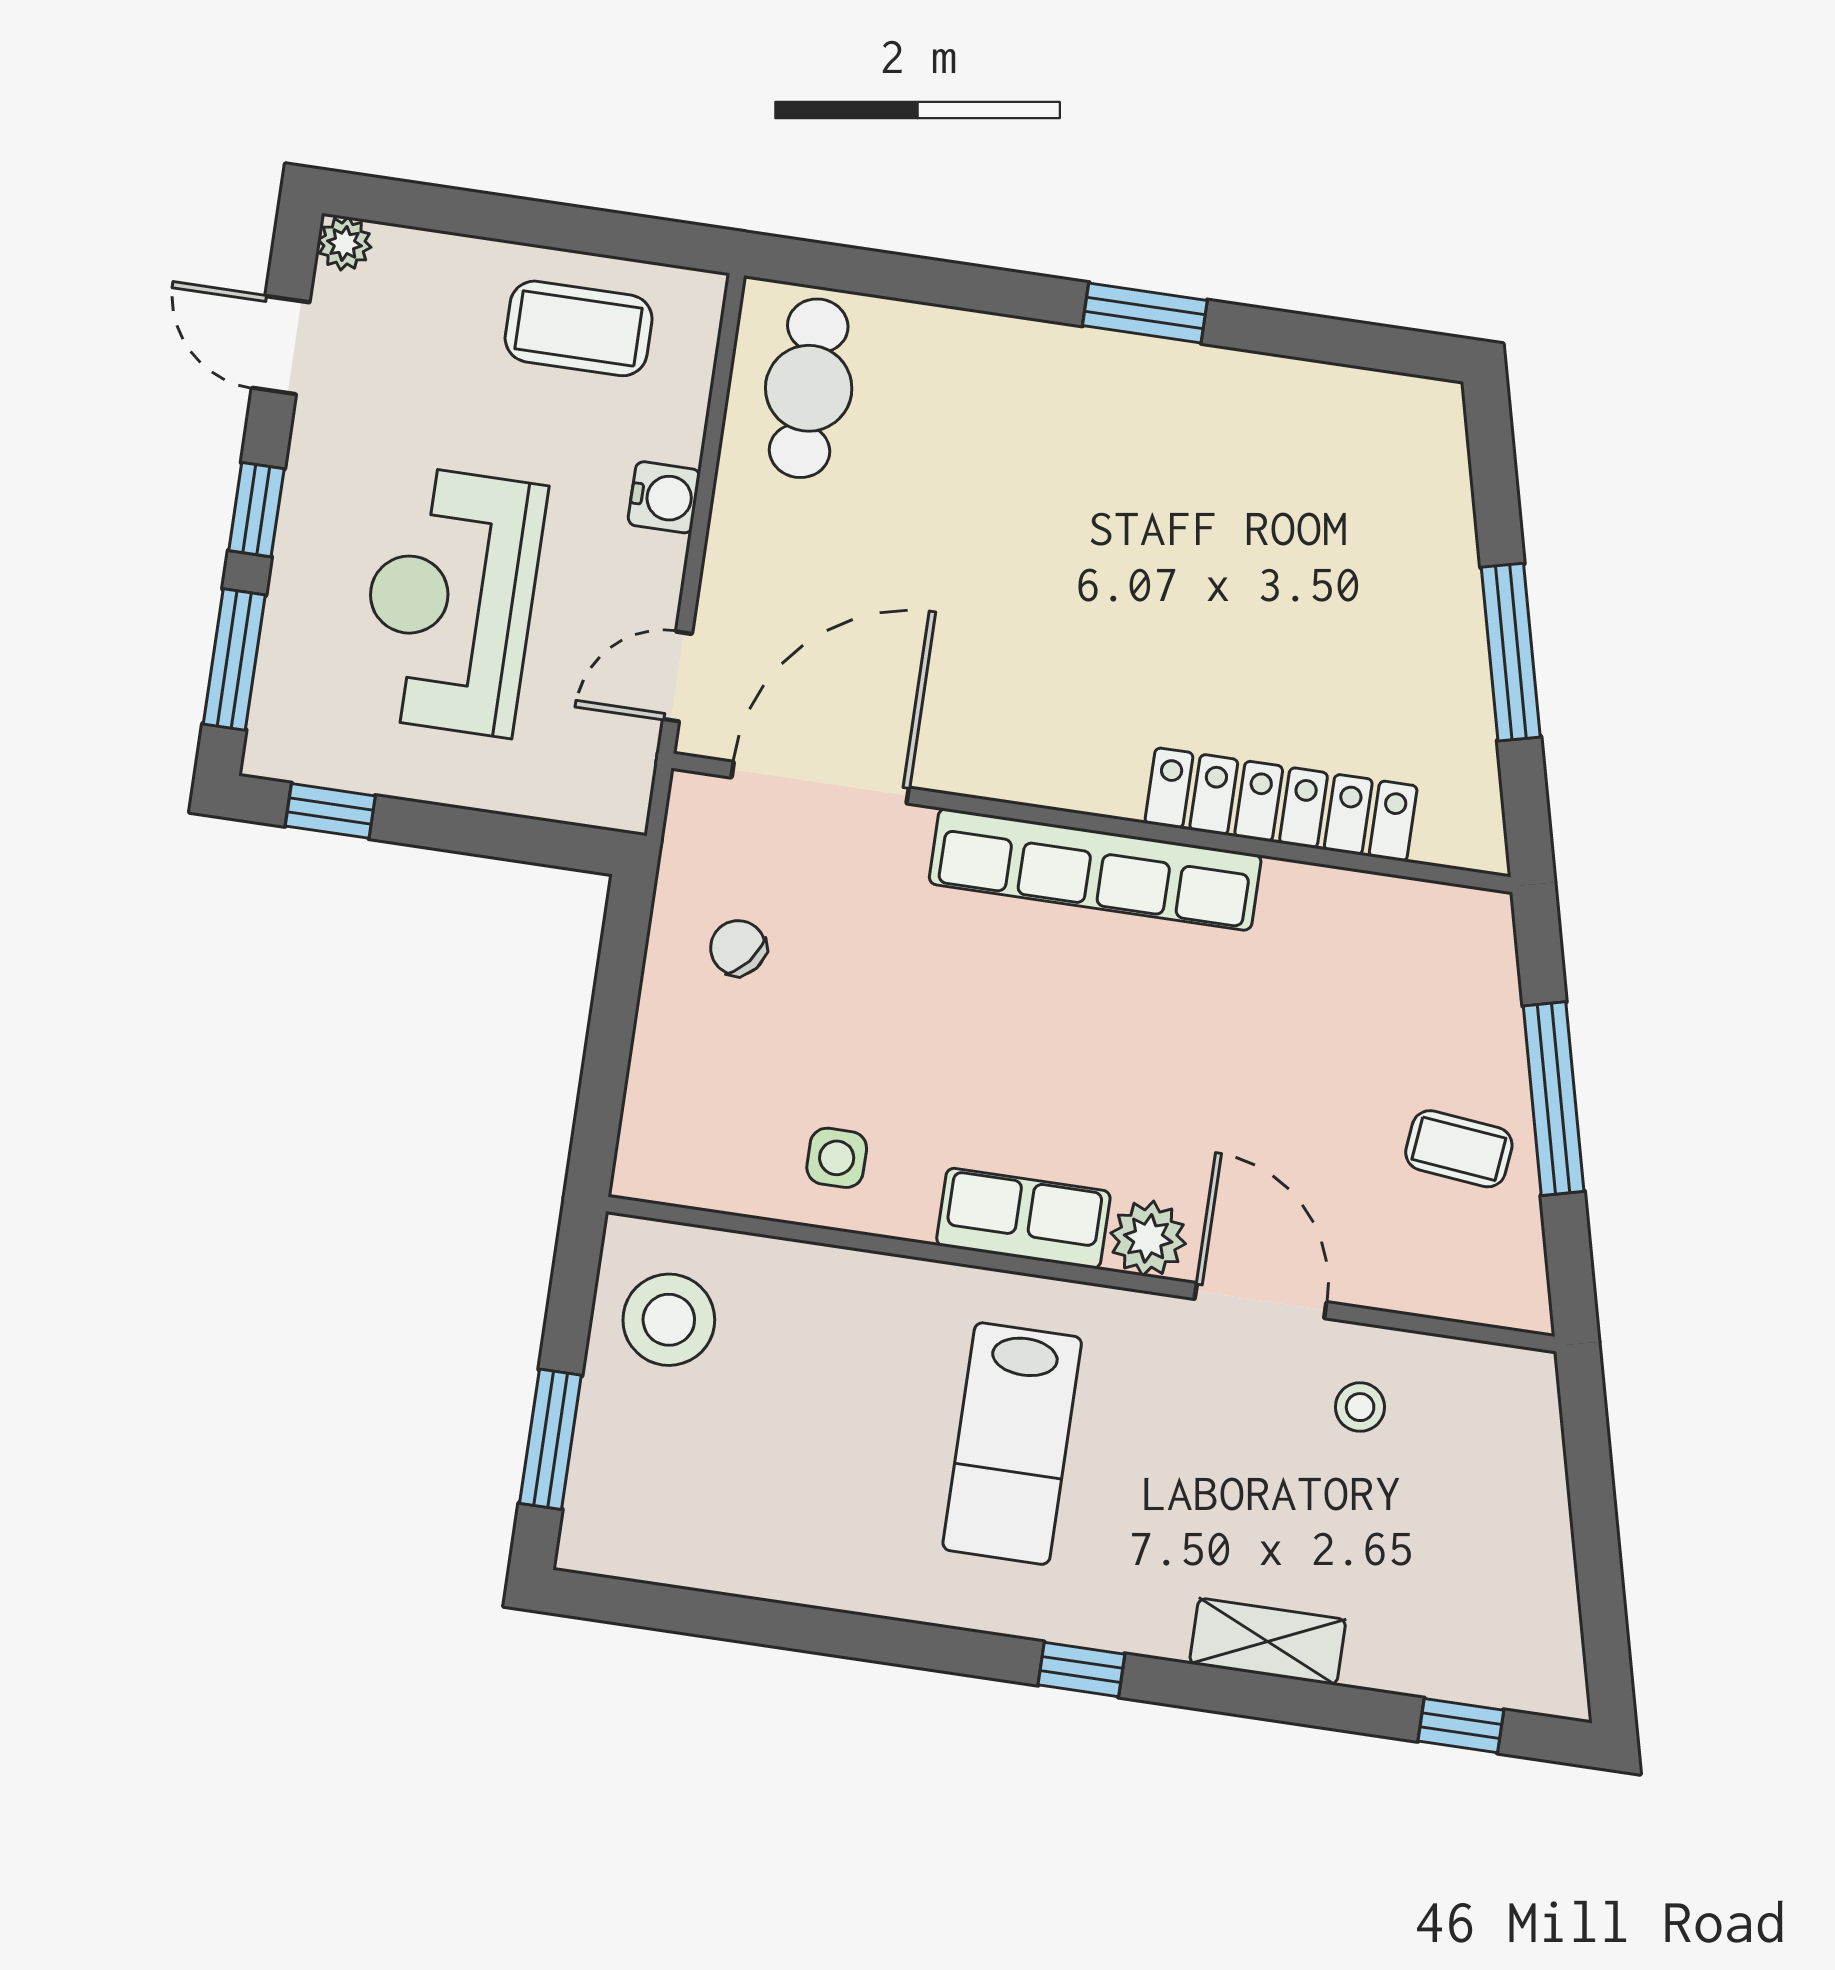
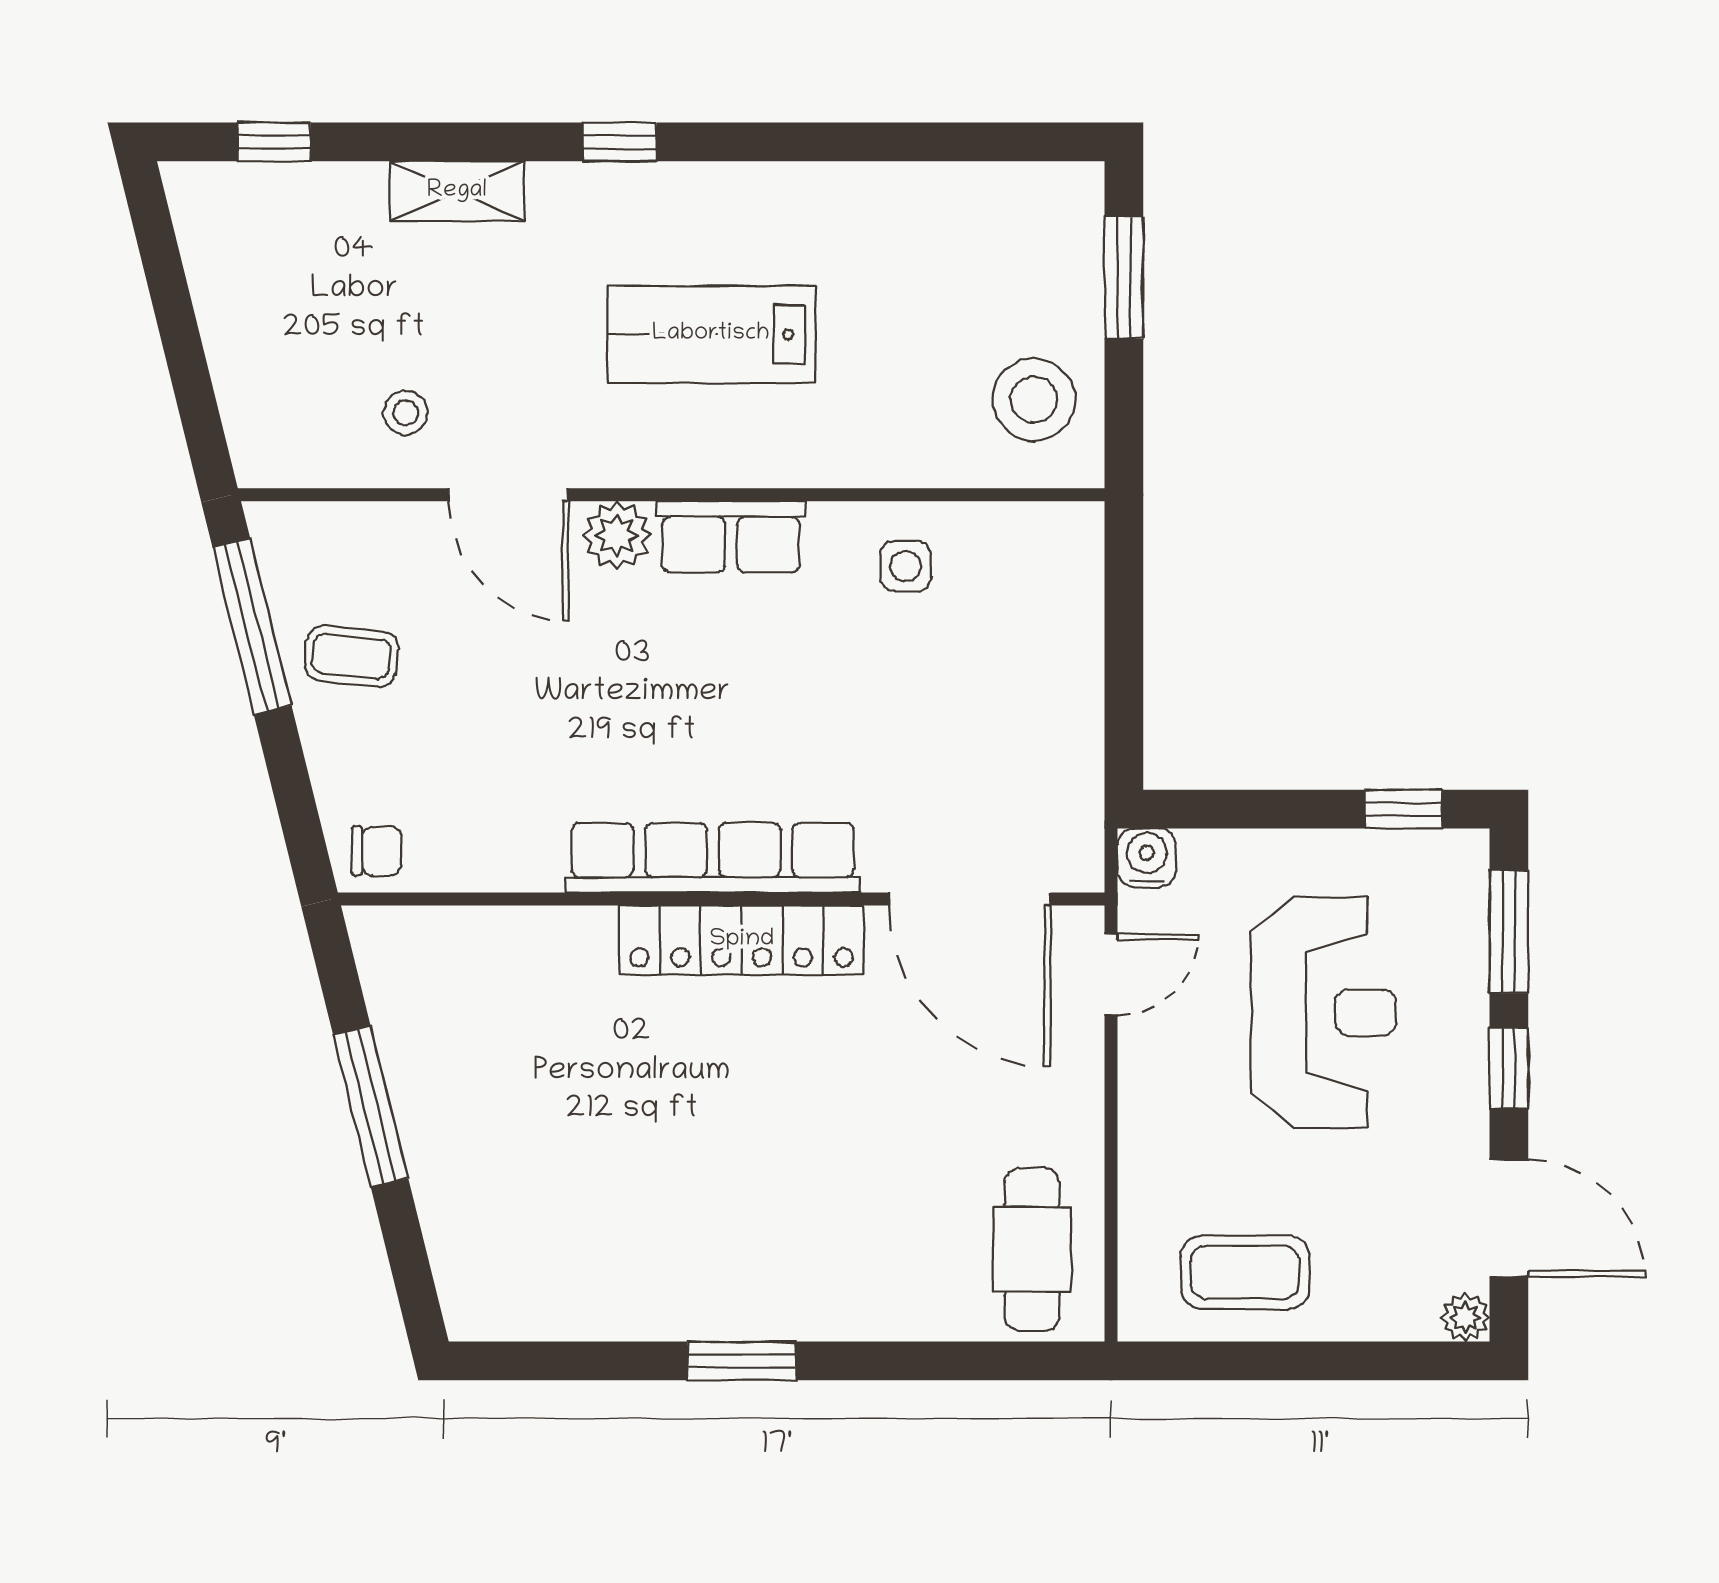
door: (281, 345) -> (1509, 1218), width x1.37
water cooler: (664, 497) -> (1147, 858), moved, turned 90
door: (820, 783) -> (970, 899), hinge flipped
locker: (1281, 805) -> (742, 940), moved
chair: (738, 948) -> (377, 851), moved, turned -39
window: (1554, 1099) -> (252, 627), moved
lab bench: (1012, 1444) -> (711, 334), turned -90

